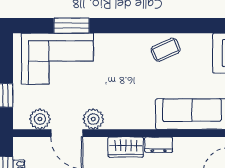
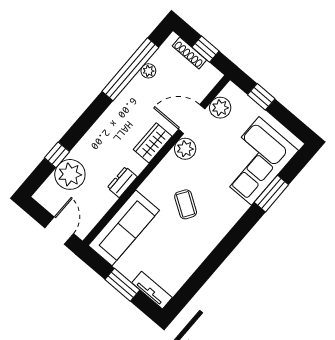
coffee table: (166, 50) -> (186, 204), moved, turned -33
wardrobe: (126, 147) -> (153, 143), moved

